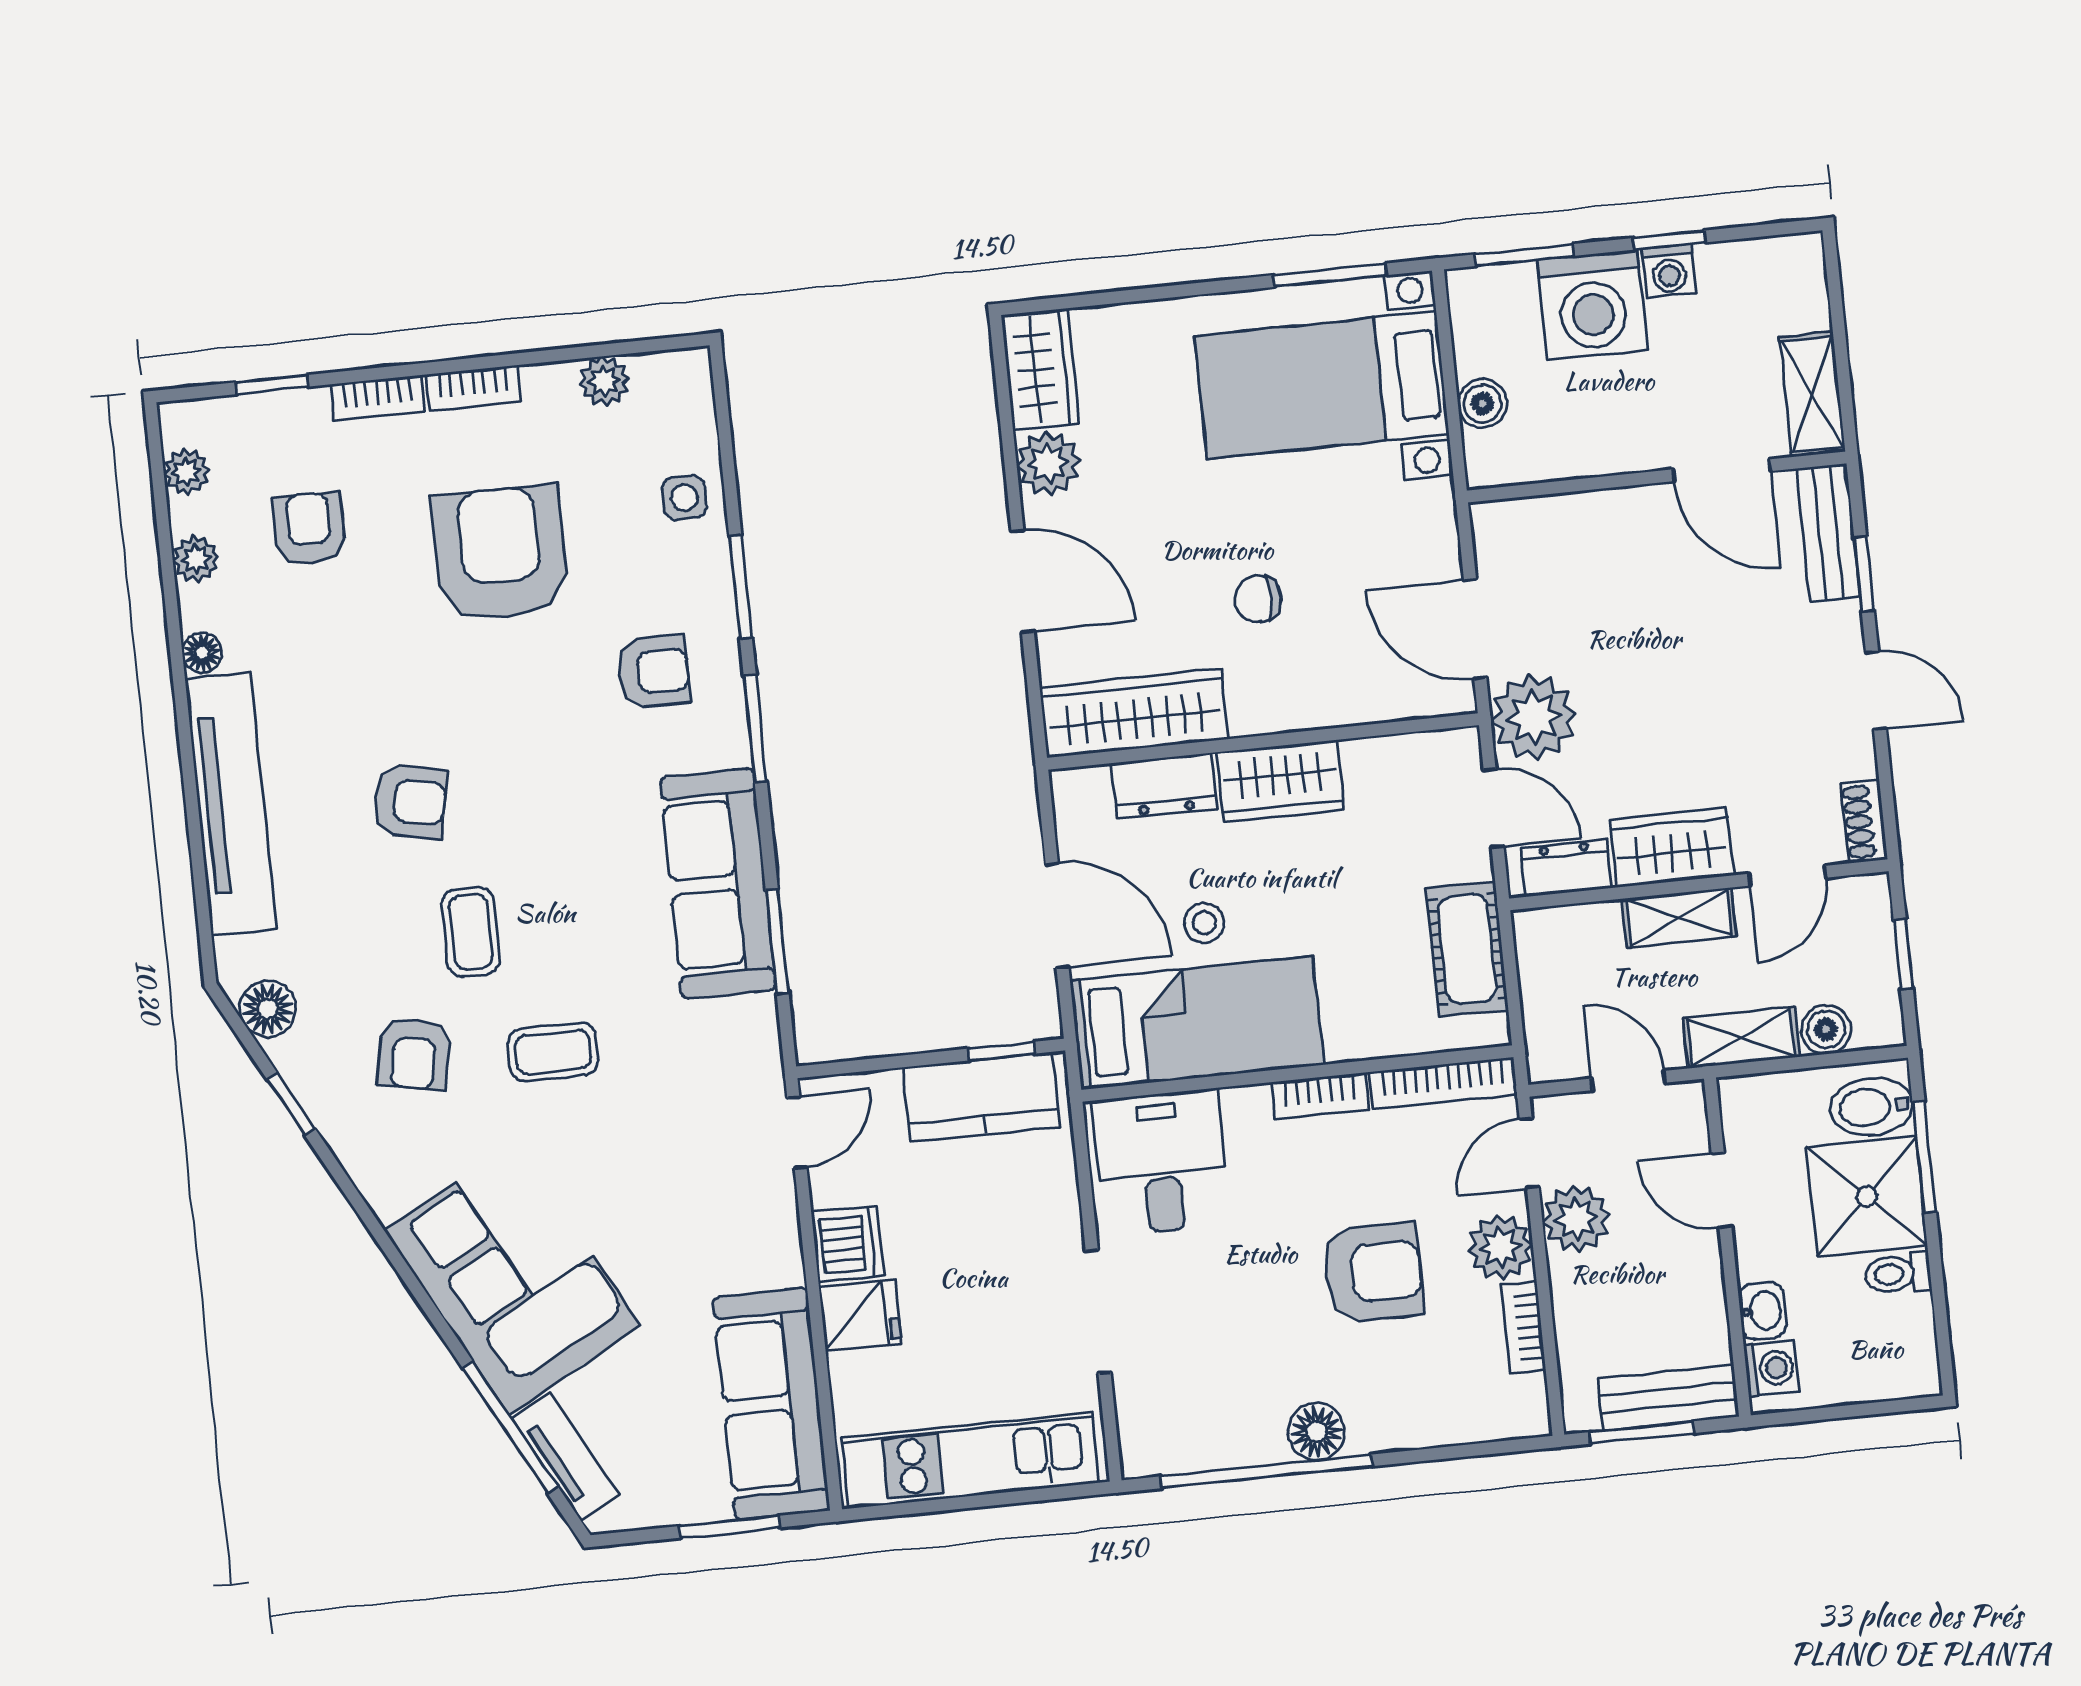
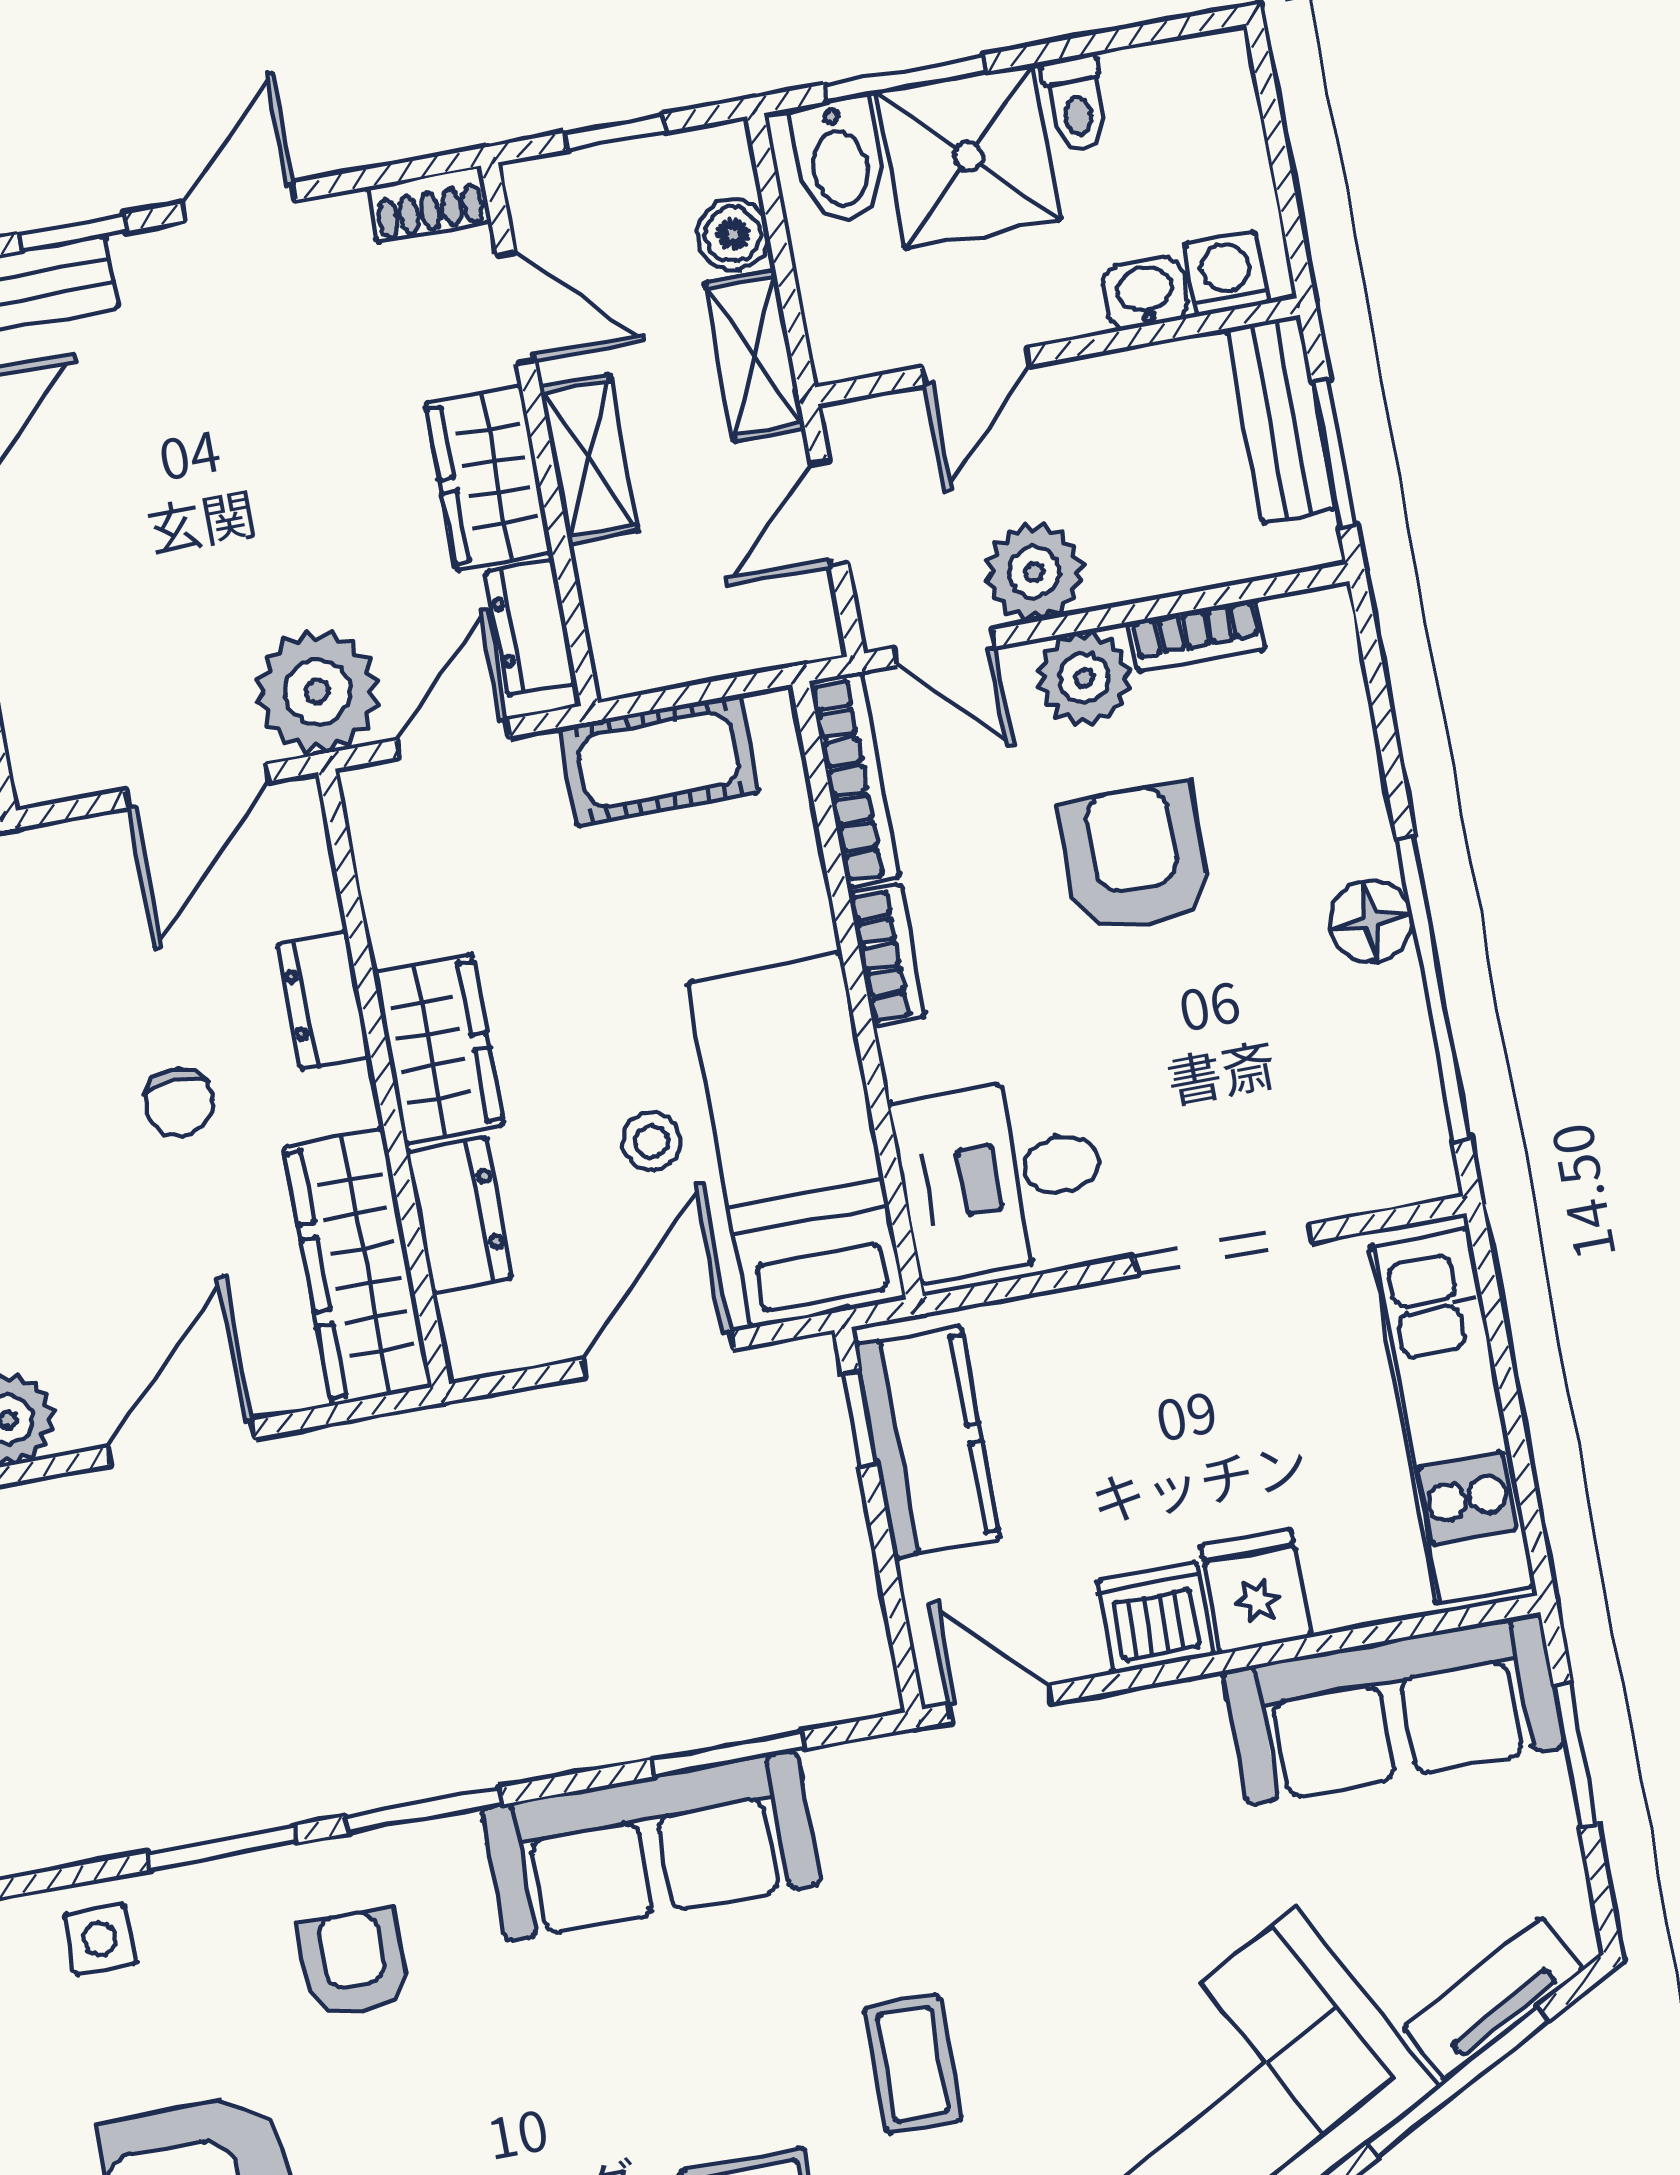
dresser: (1320, 705) -> (324, 1000), added

